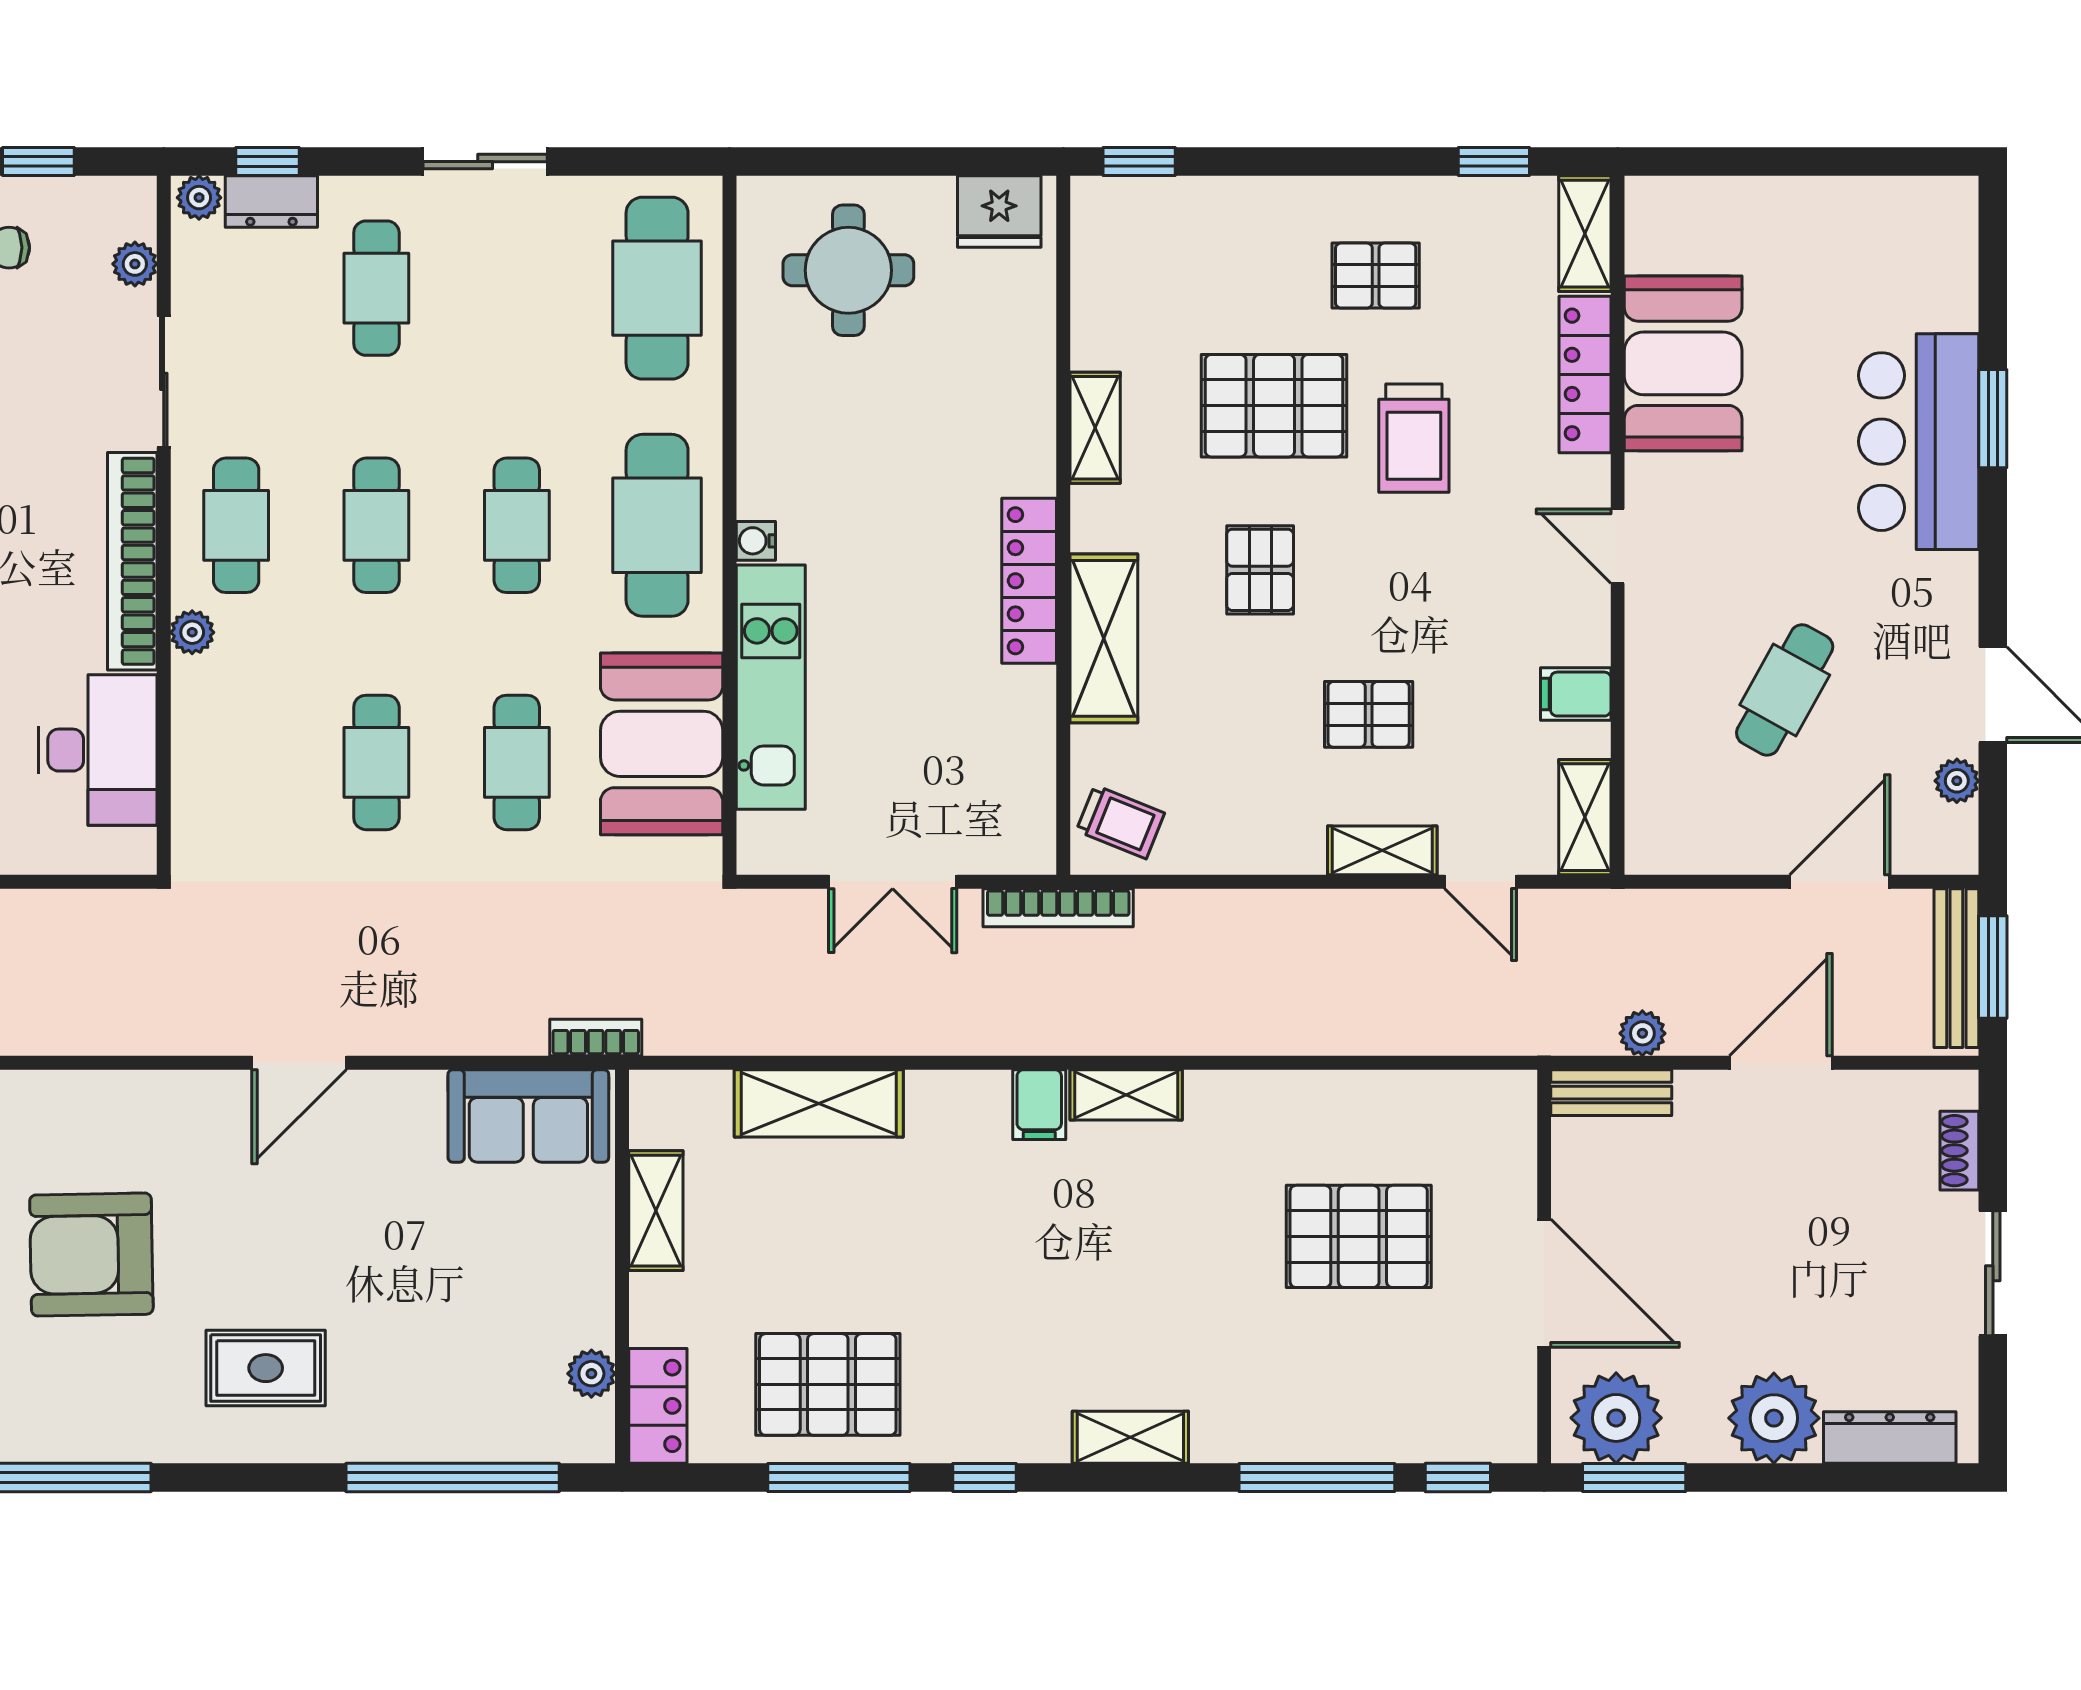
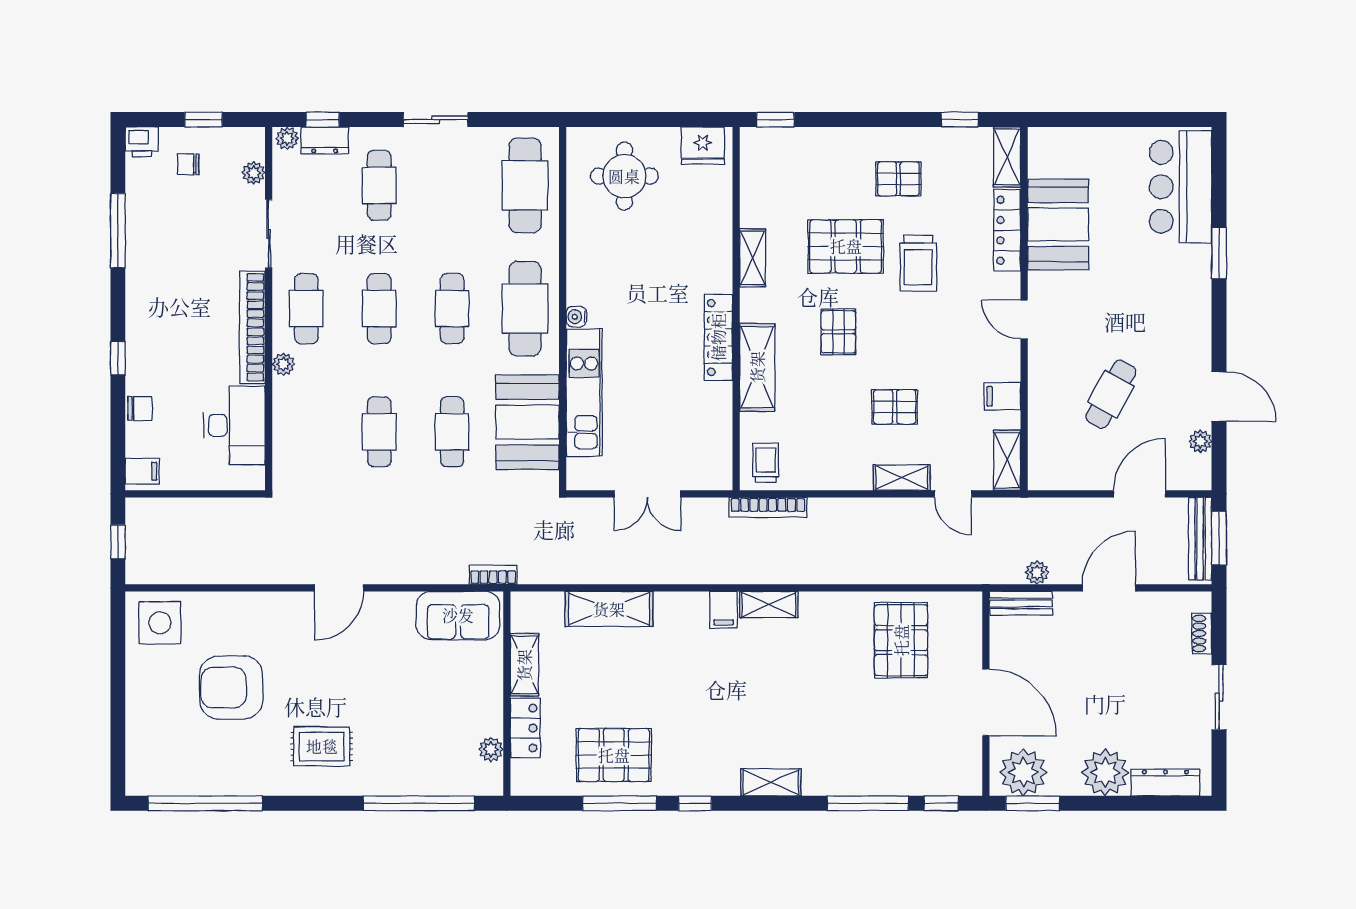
bar counter: (1919, 442) -> (1181, 187), moved
trolley: (1120, 822) -> (766, 463), turned -112
bookcase: (1058, 908) -> (768, 507), moved
pallet: (1359, 1236) -> (901, 640), moved, turned 90
locker: (658, 1406) -> (525, 728), moved

